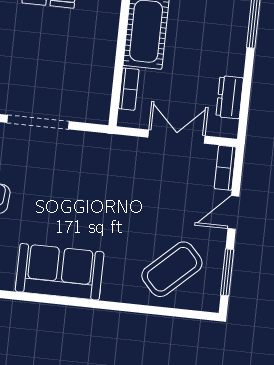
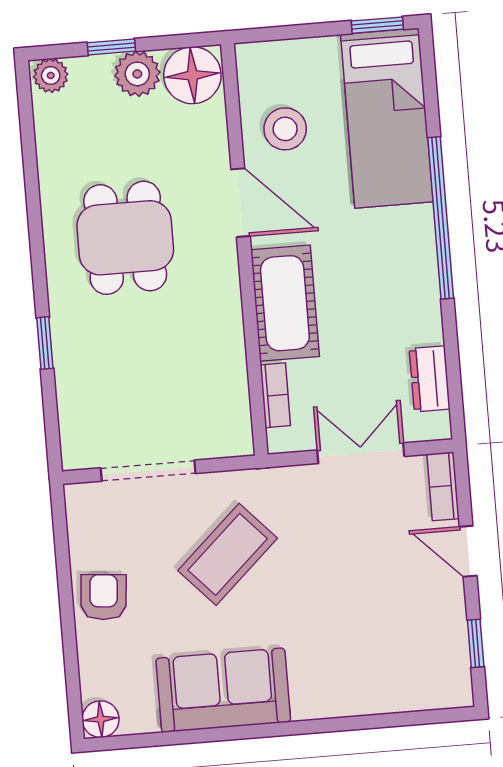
door: (233, 212) -> (468, 551), hinge flipped
coffee table: (172, 269) -> (228, 554), moved
window: (227, 272) -> (476, 643), width x0.67

